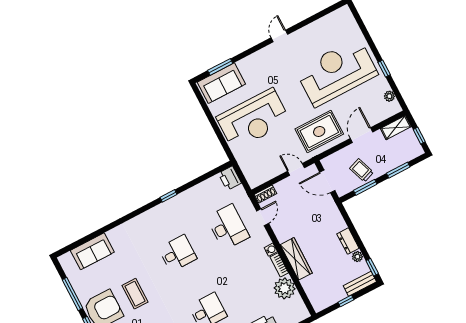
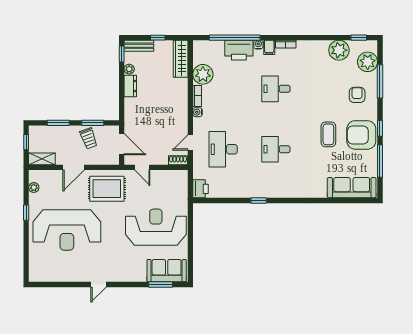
sofa: (92, 251) -> (352, 188), width x1.36
wardrobe: (296, 259) -> (181, 59), moved

